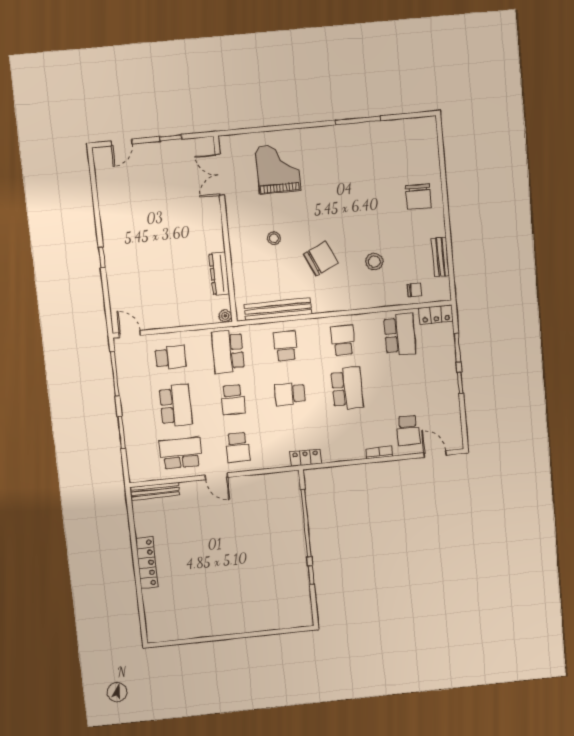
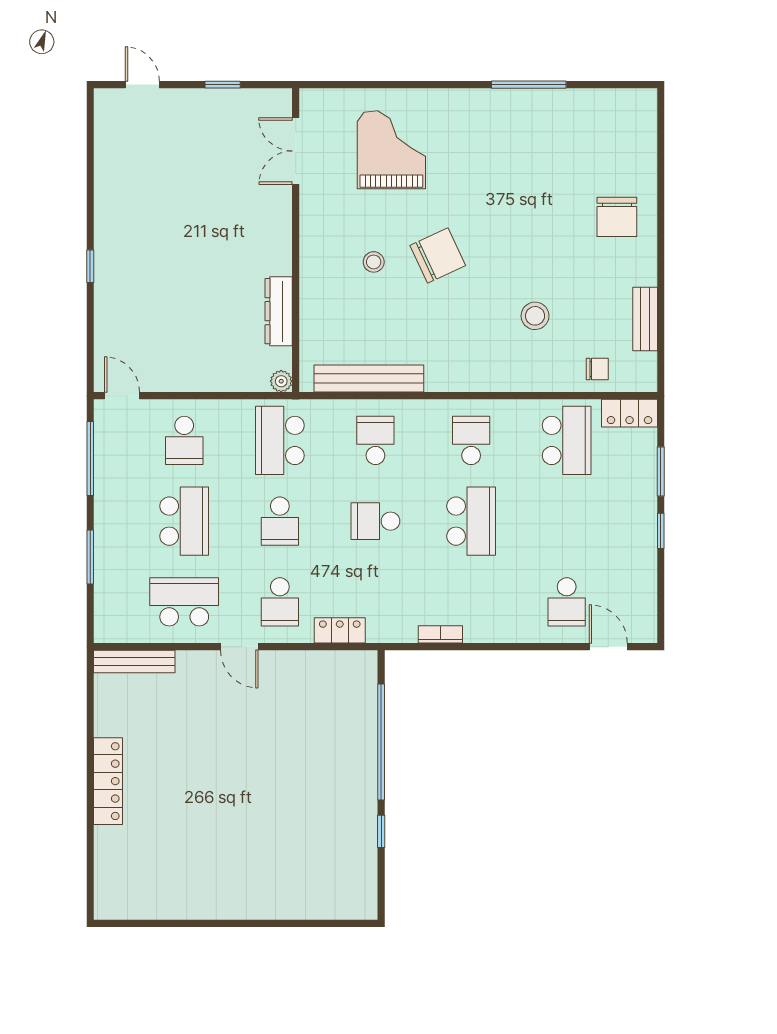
door: (121, 142) -> (142, 85), swing flipped
chair: (321, 258) -> (438, 255), moved
school desk: (170, 357) -> (184, 440), turned 90
bookcase: (379, 452) -> (440, 634), moved
locker: (305, 458) -> (340, 630), moved

